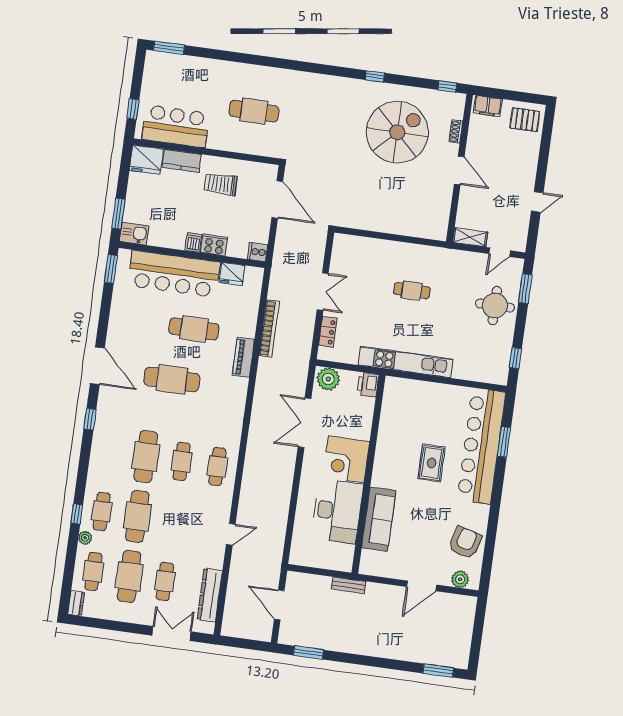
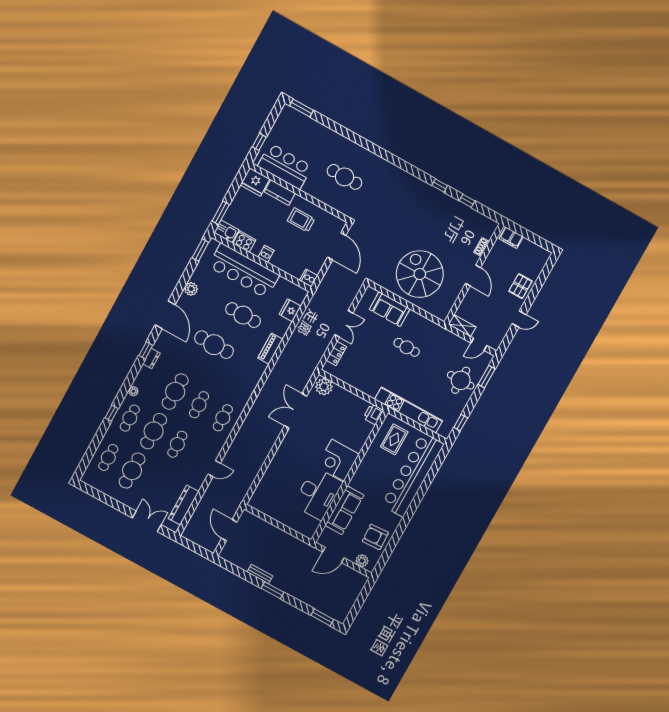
window: (447, 86) -> (467, 201), moved
pallet: (525, 120) -> (520, 286), moved, turned 90
spiral stairs: (397, 132) -> (420, 274), moved, turned -90
cooker: (214, 245) -> (244, 242), moved
sofa: (372, 252) -> (390, 309), added
fridge: (232, 274) -> (290, 310), moved, turned 90
plant: (117, 321) -> (191, 289), added
bookcase: (269, 328) -> (296, 335), removed
kitchen unit: (406, 362) -> (409, 410), moved
printer: (368, 385) -> (373, 414), moved
window: (504, 442) -> (430, 478), removed
corner desk: (346, 459) -> (338, 460), moved
rug: (431, 463) -> (394, 439), moved
wall: (369, 474) -> (349, 476), moved
desk: (337, 511) -> (318, 494), moved
sofa: (379, 519) -> (344, 510), moved
plant: (85, 538) -> (133, 391), moved
armchair: (465, 543) -> (375, 537), turned -108
cafe table: (165, 581) -> (177, 444), moved
bench: (349, 585) -> (260, 574), moved
dresser: (76, 603) -> (151, 359), moved
window: (308, 653) -> (273, 590), moved

